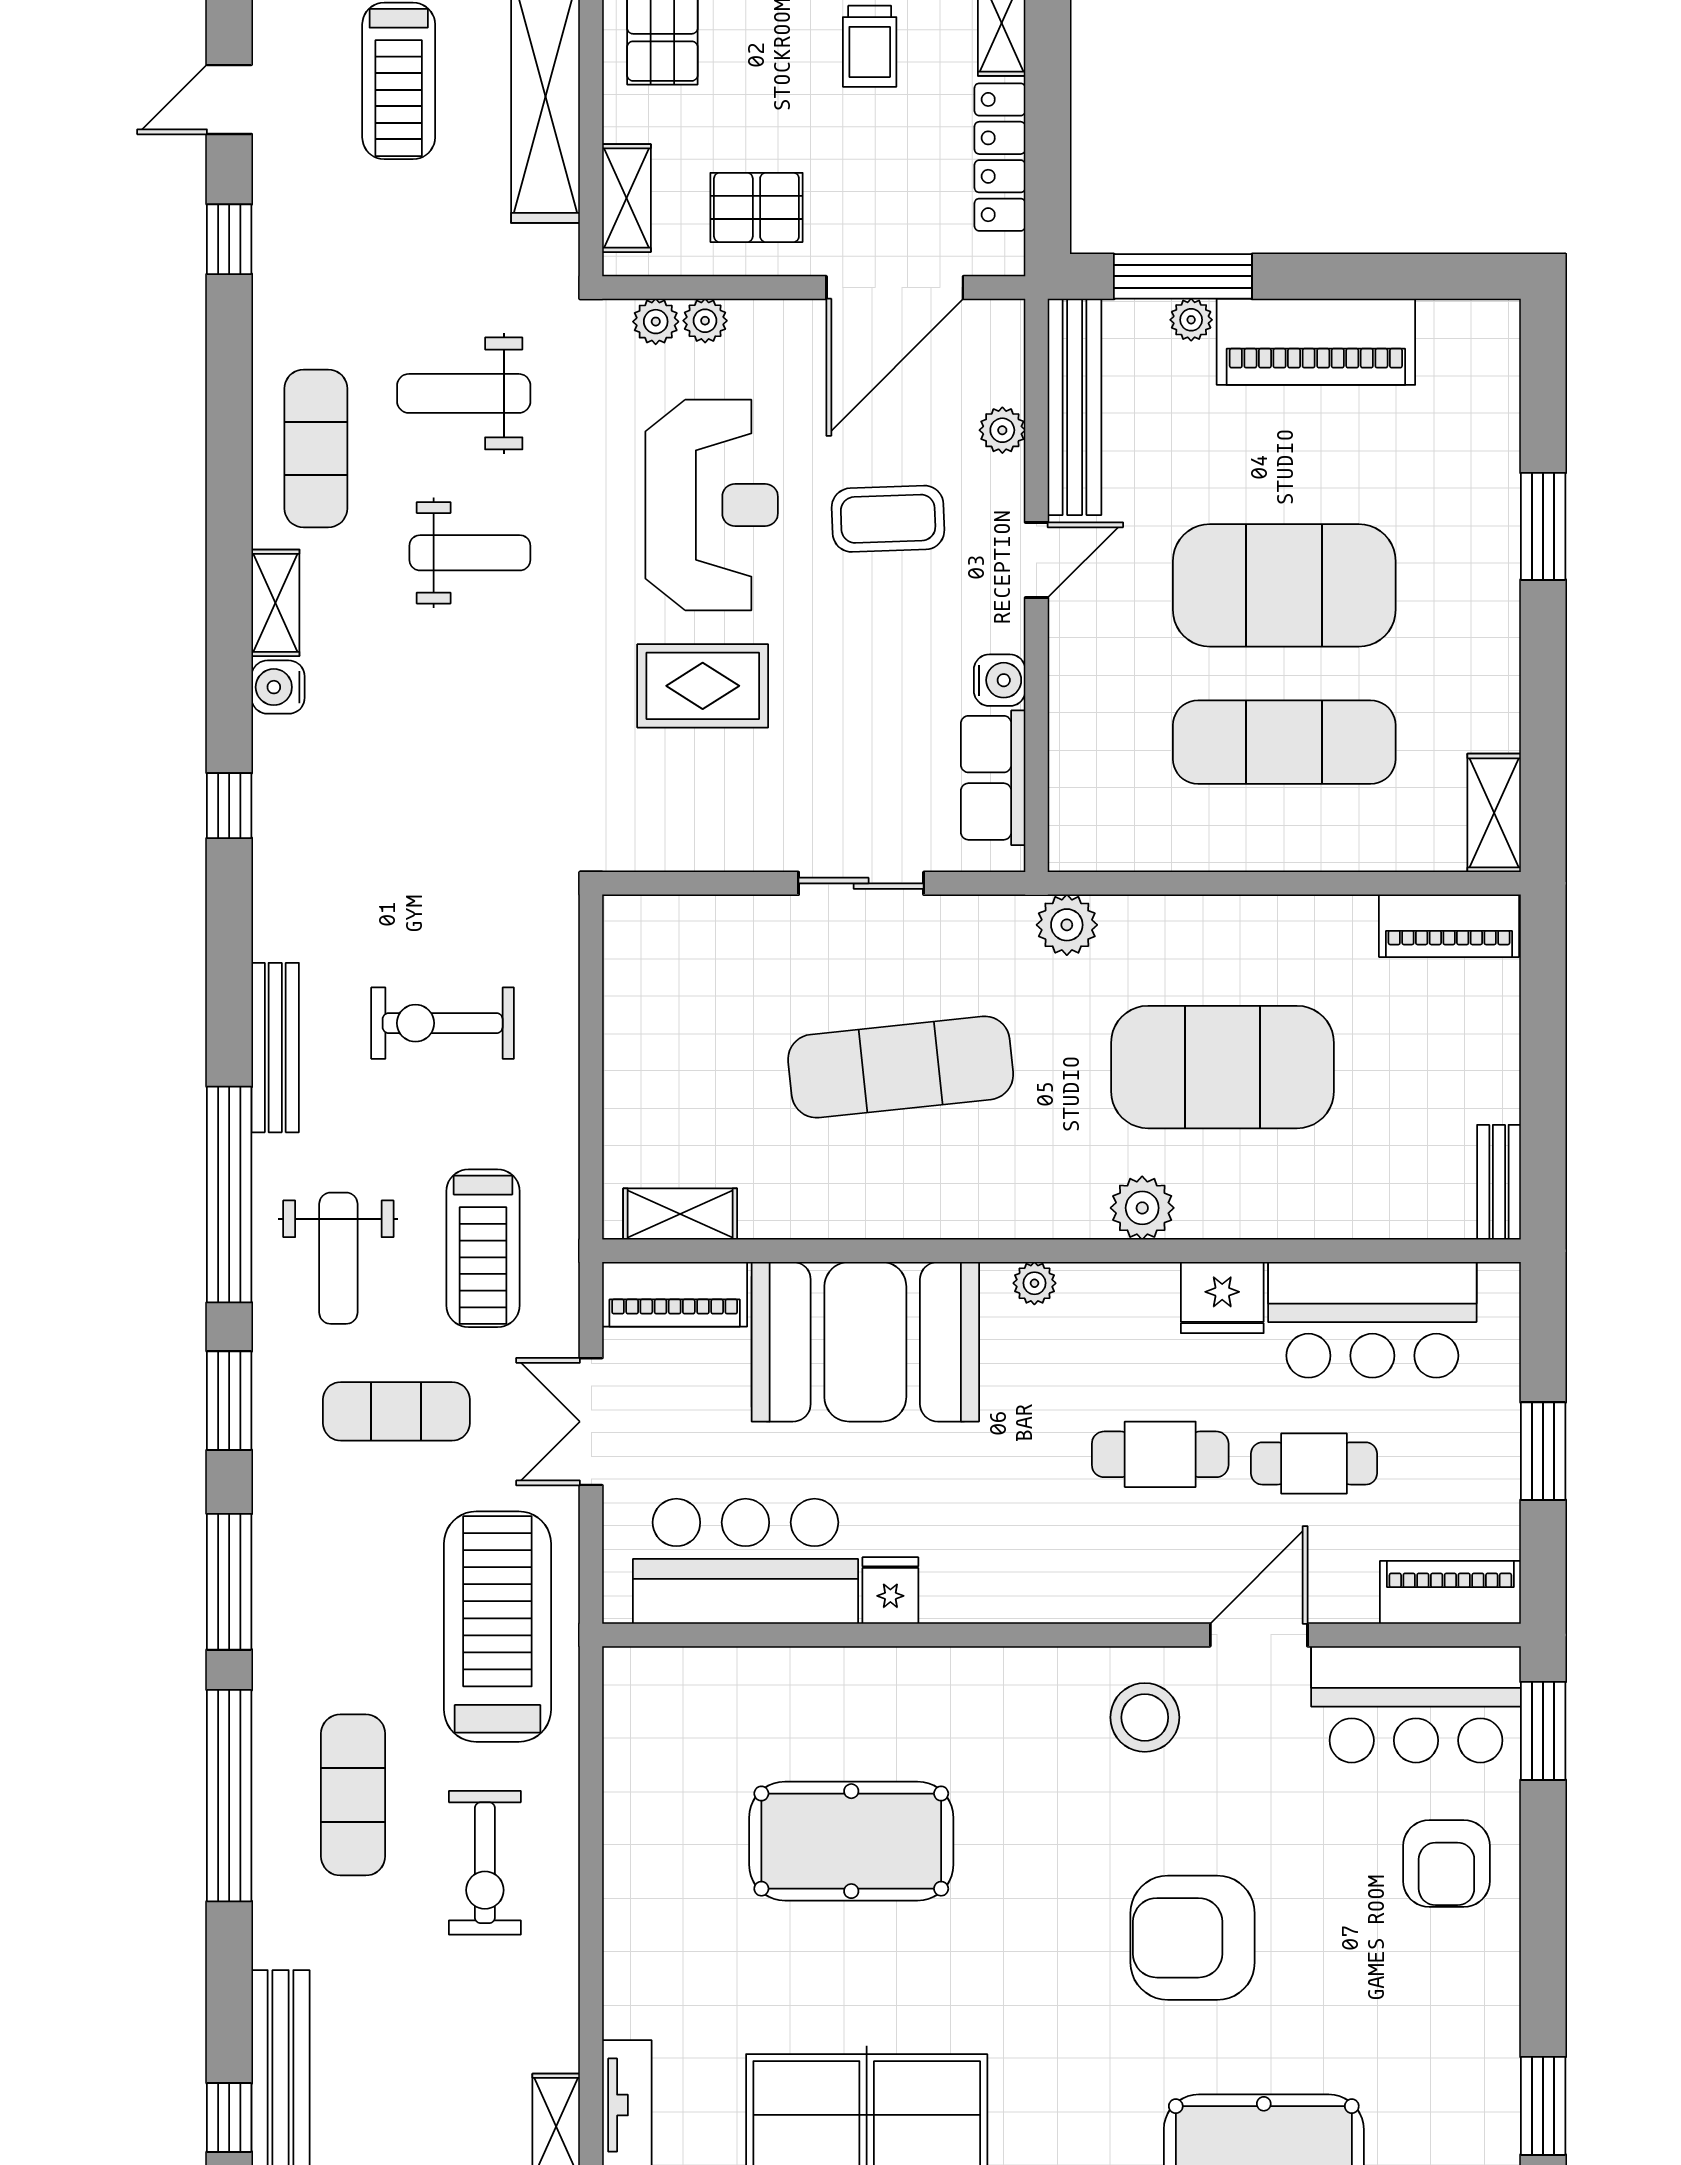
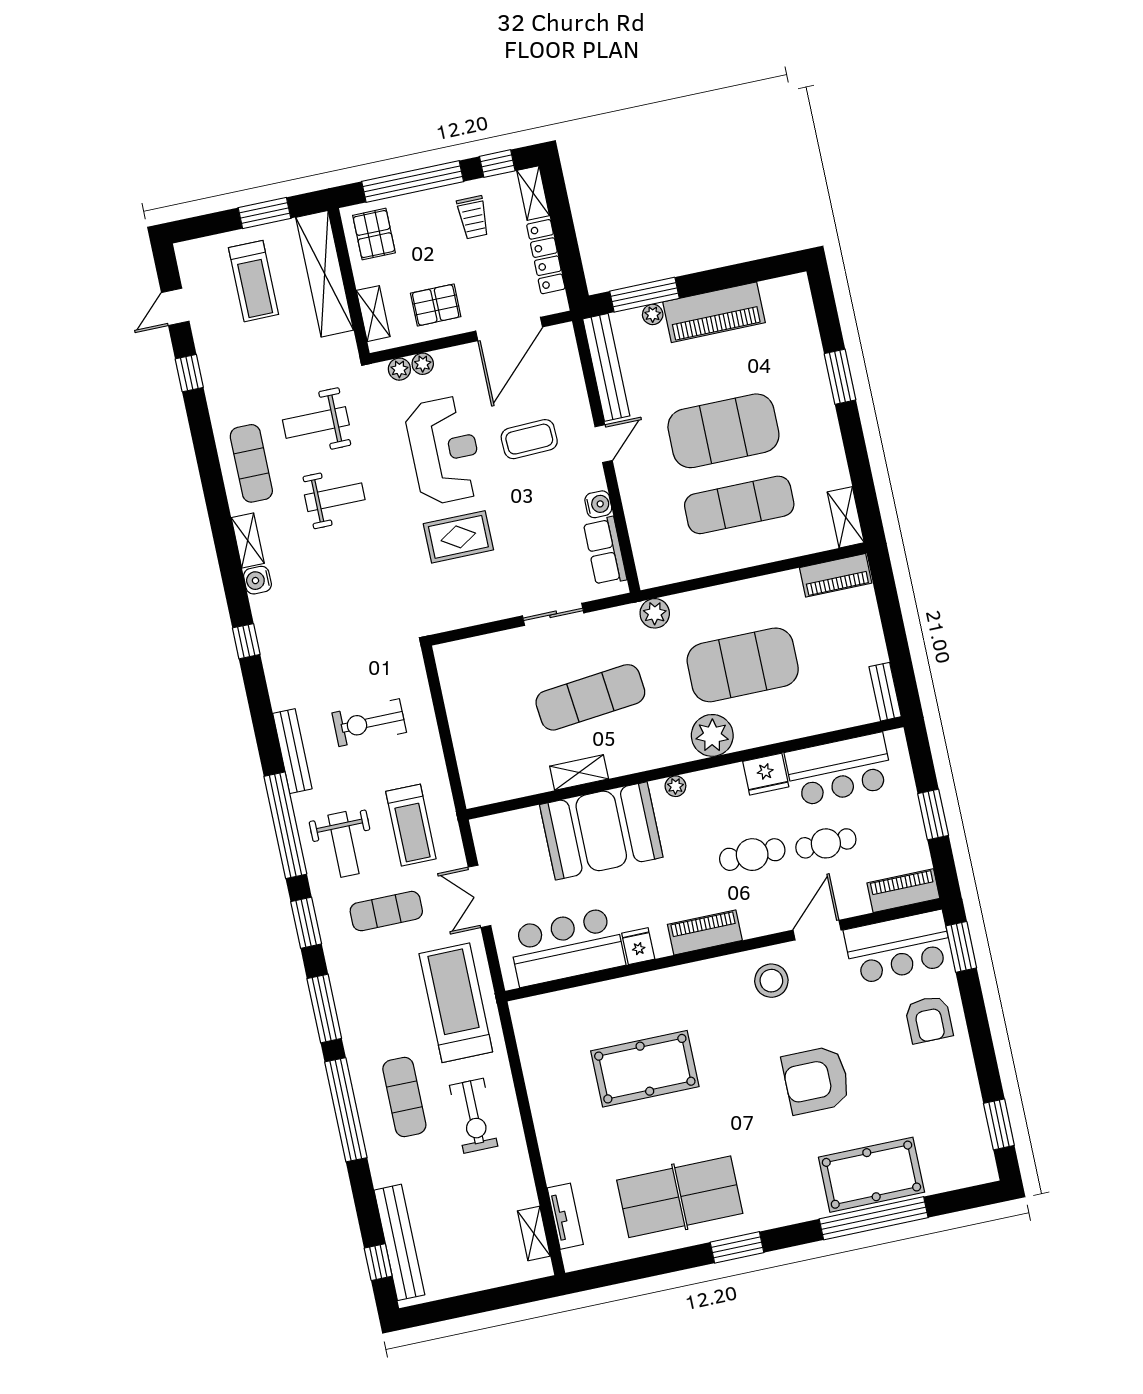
plant: (1002, 430) -> (574, 386), removed
plant: (1142, 1208) -> (712, 735), width x1.36, depth x1.36
shelving: (680, 1214) -> (579, 772), moved
piano: (675, 1294) -> (705, 932), moved, turned 180

